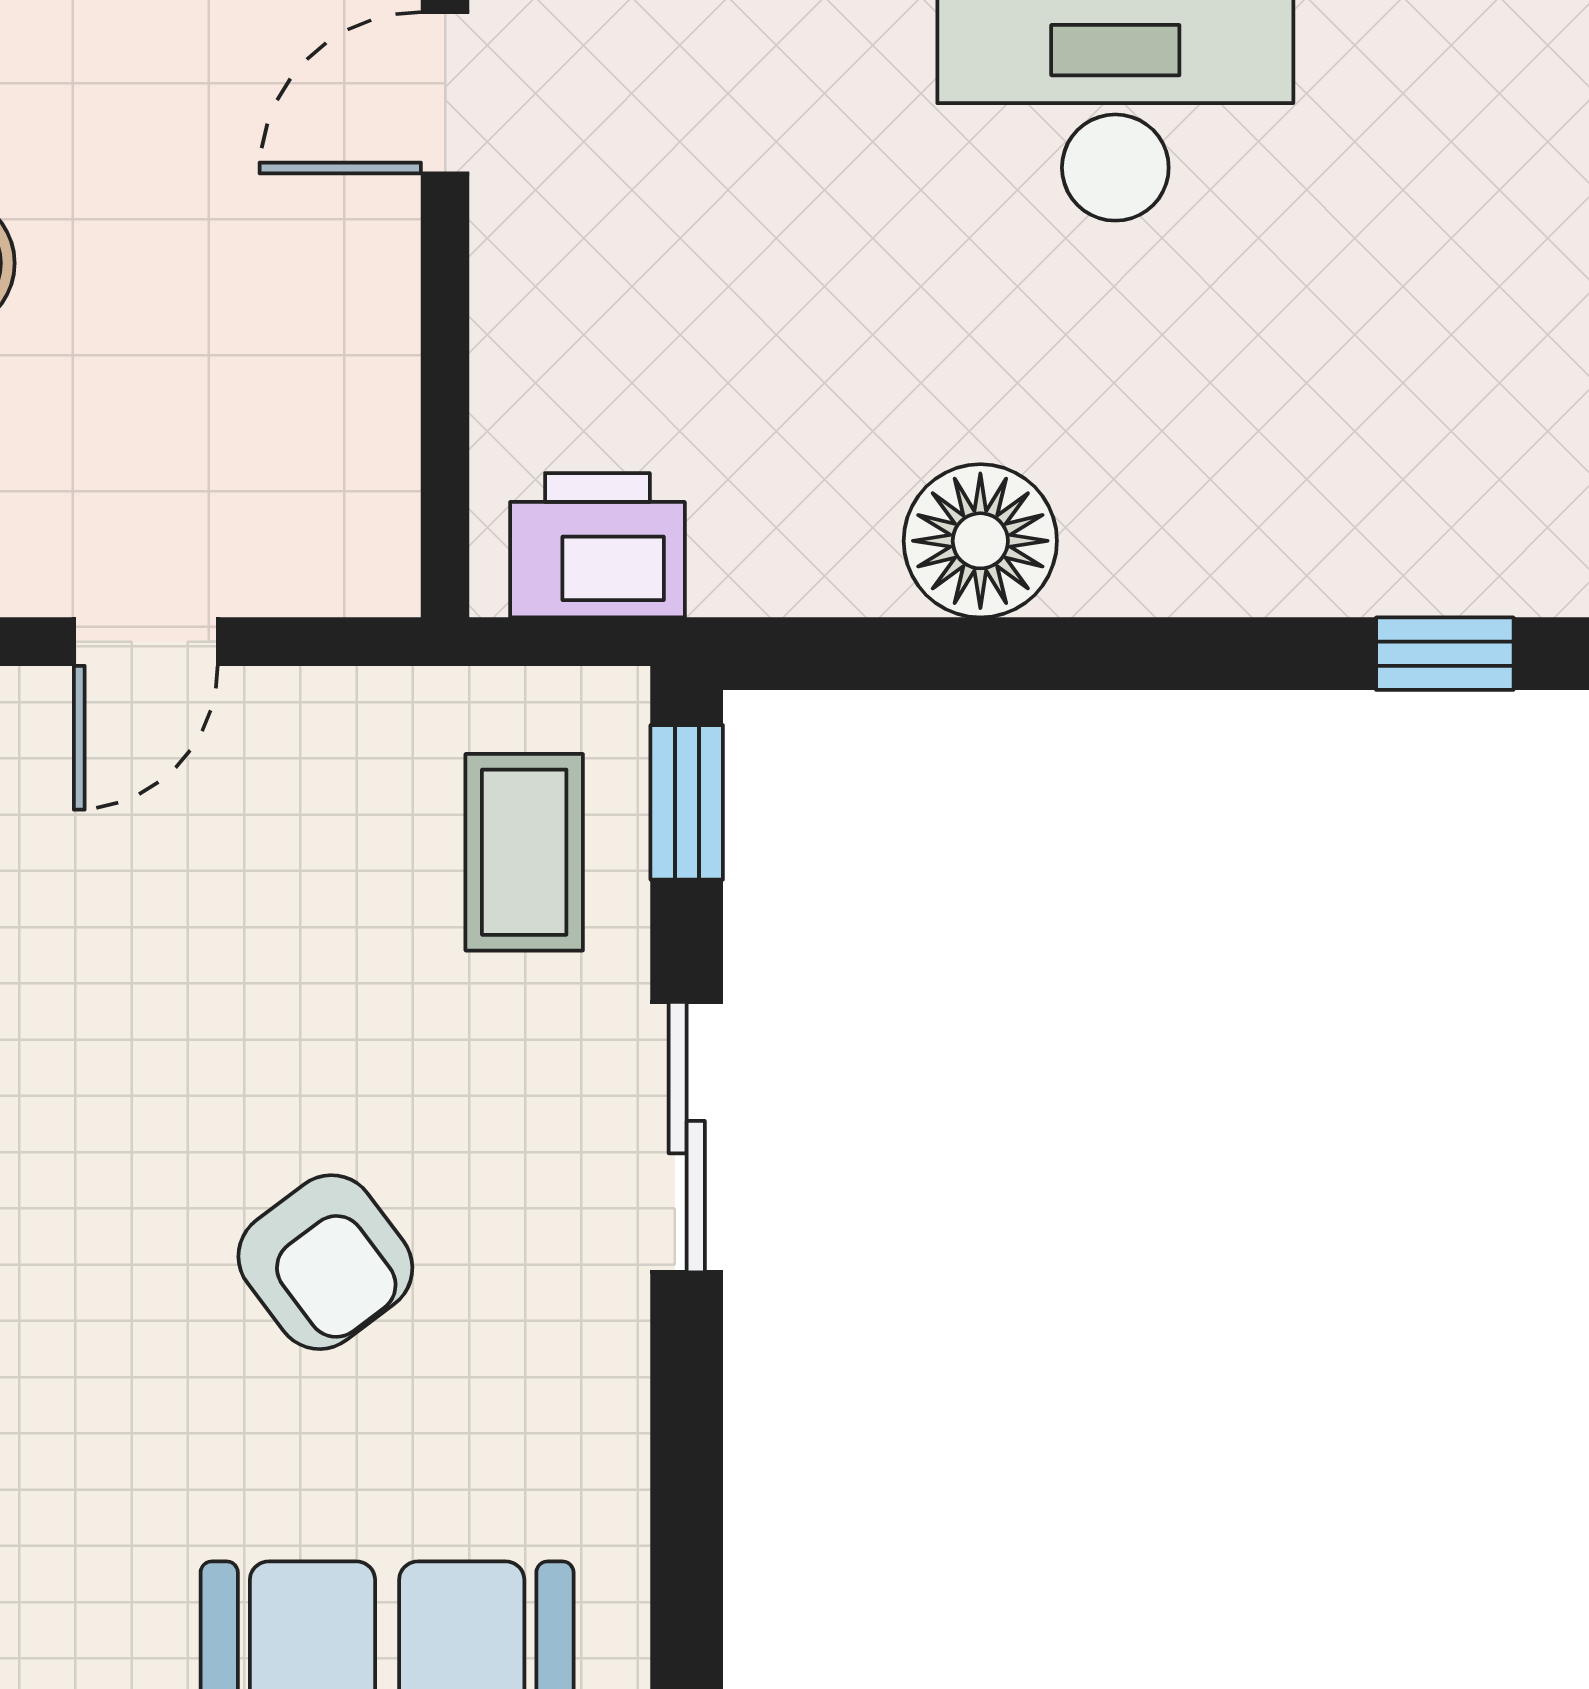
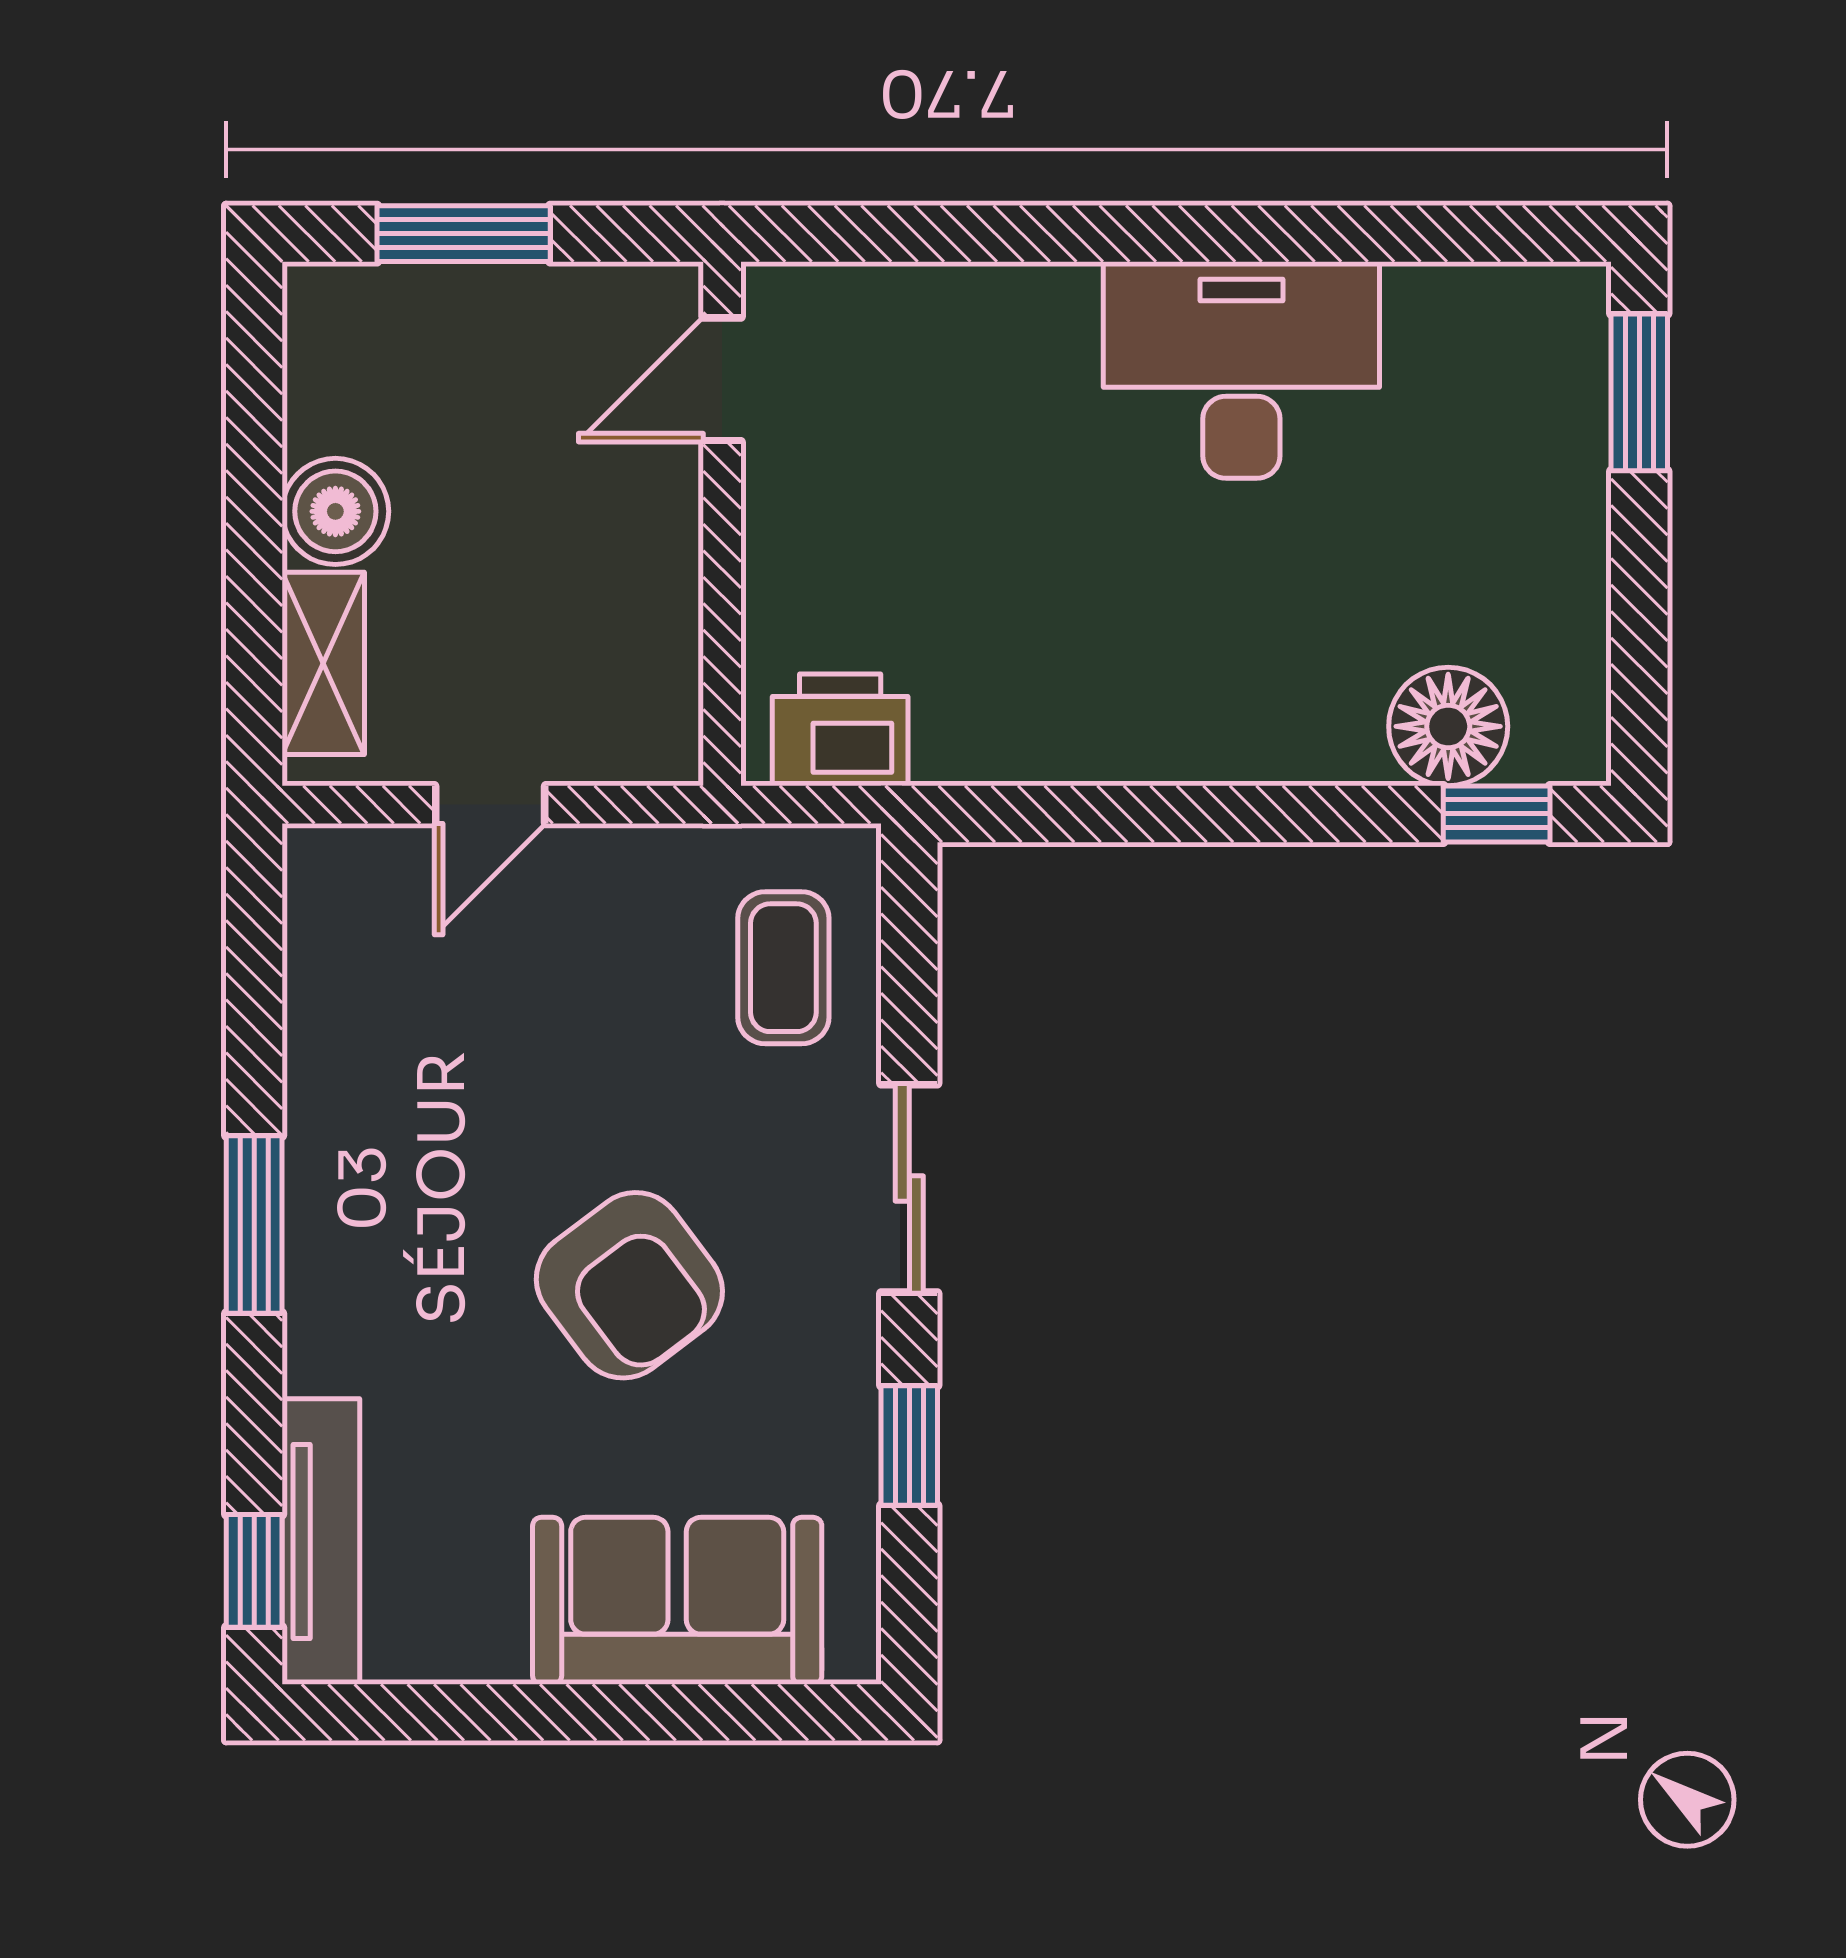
floor lamp: (980, 541) -> (1448, 726), moved
window: (687, 802) -> (909, 1445), moved
armchair: (325, 1262) -> (629, 1285), width x1.38, depth x1.38

